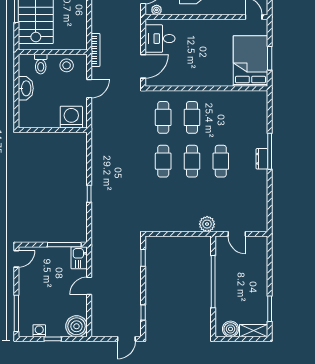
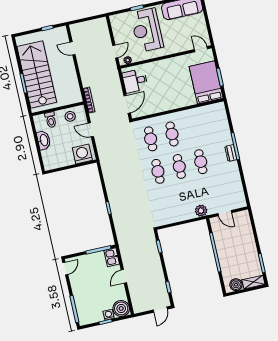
door: (89, 89) -> (91, 130), swing flipped
washing machine: (39, 331) -> (109, 315), moved

